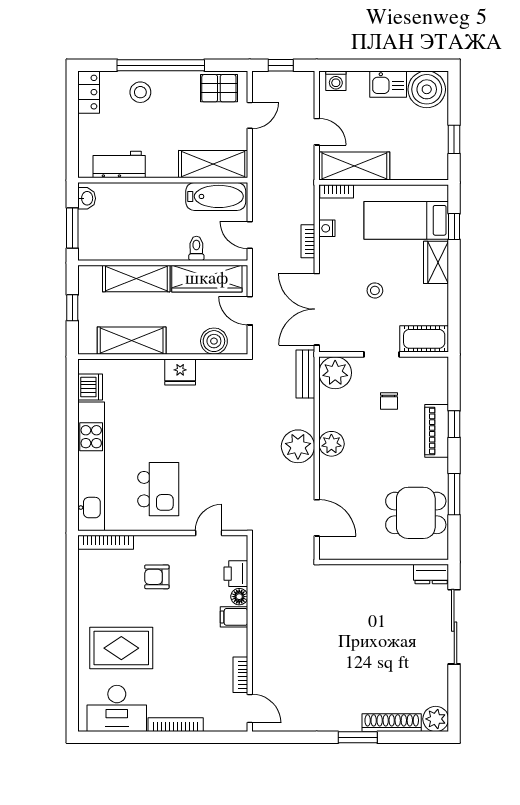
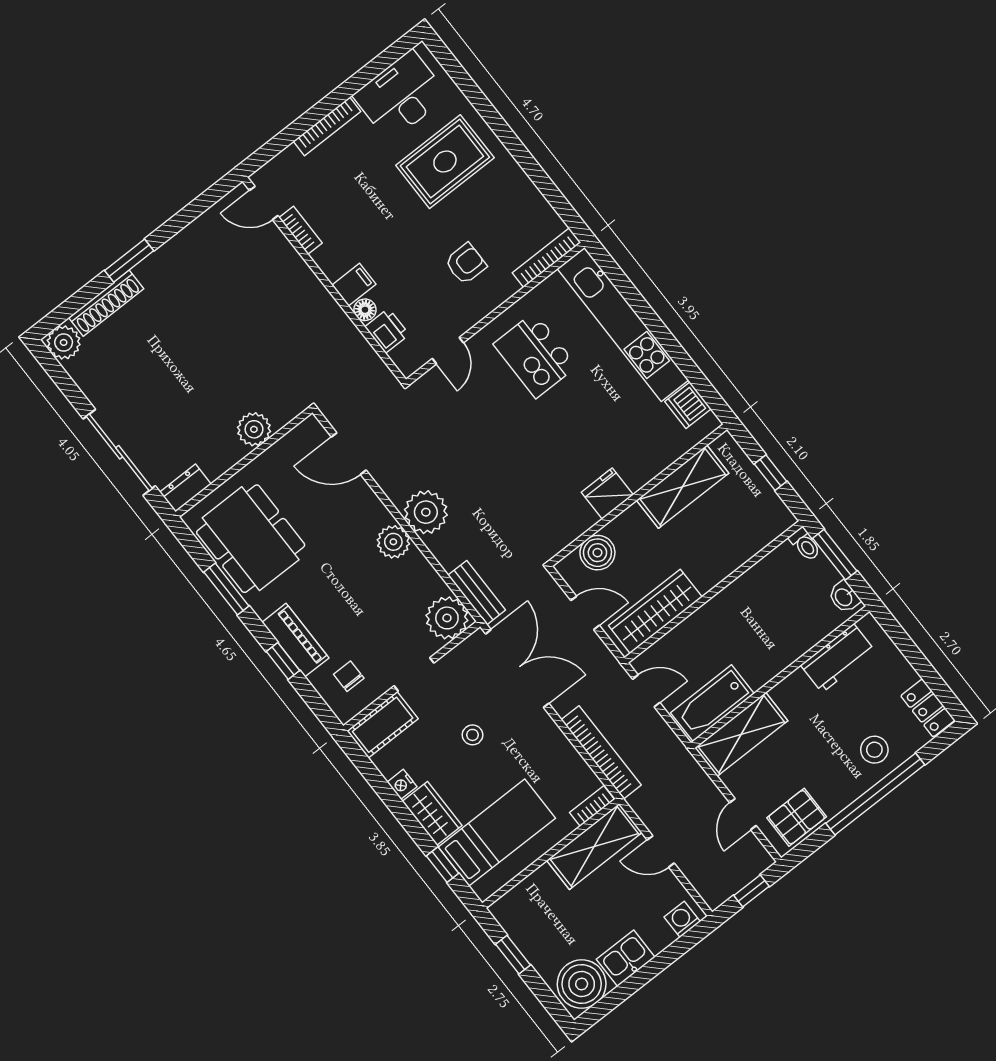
nightstand: (327, 228) -> (402, 784), moved, turned 180
bookcase: (308, 241) -> (601, 752), width x2.31, depth x1.31
toilet: (196, 248) -> (805, 544), moved
shelving: (136, 279) -> (728, 554), removed
chair: (389, 401) -> (349, 676), moved
dining table: (416, 513) -> (251, 539), width x1.38
plant: (362, 577) -> (254, 429), added

